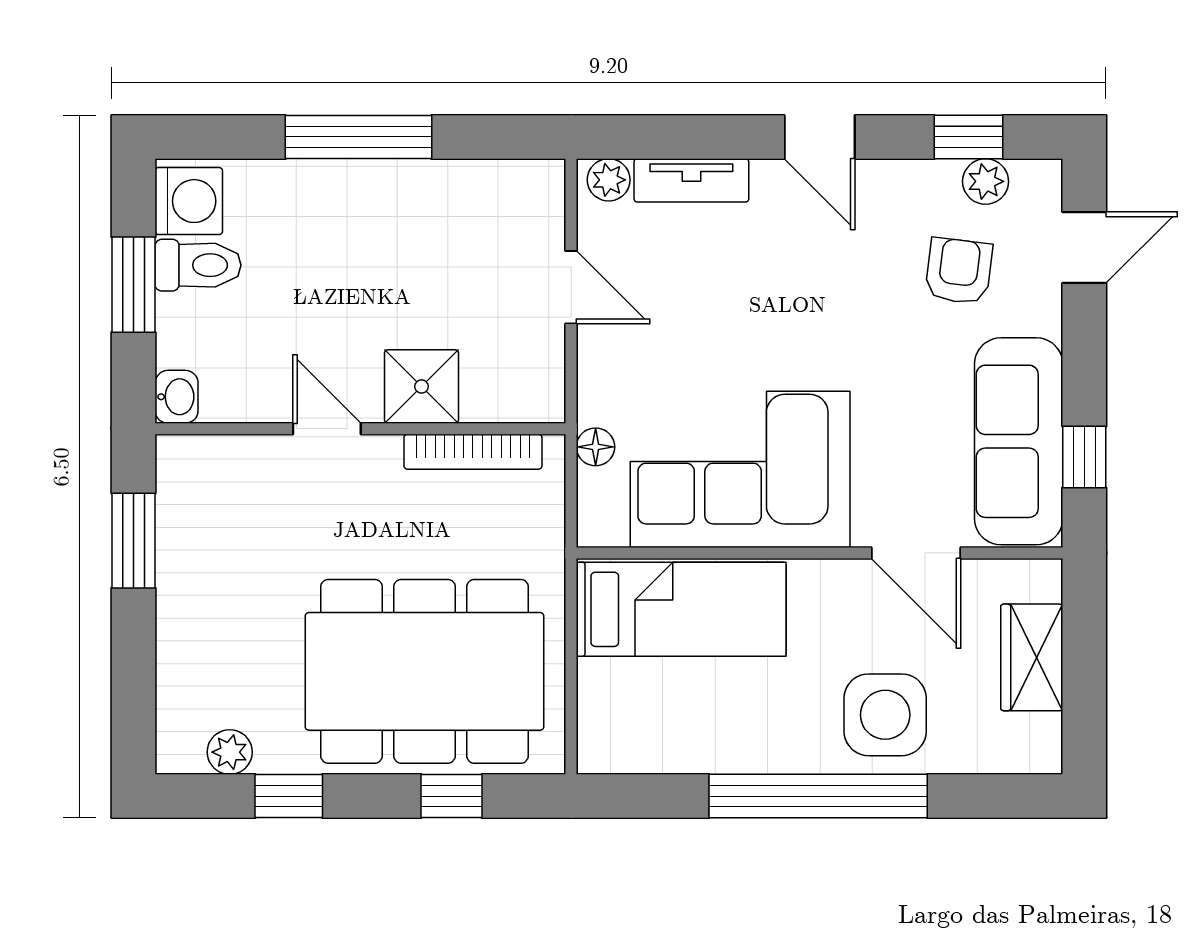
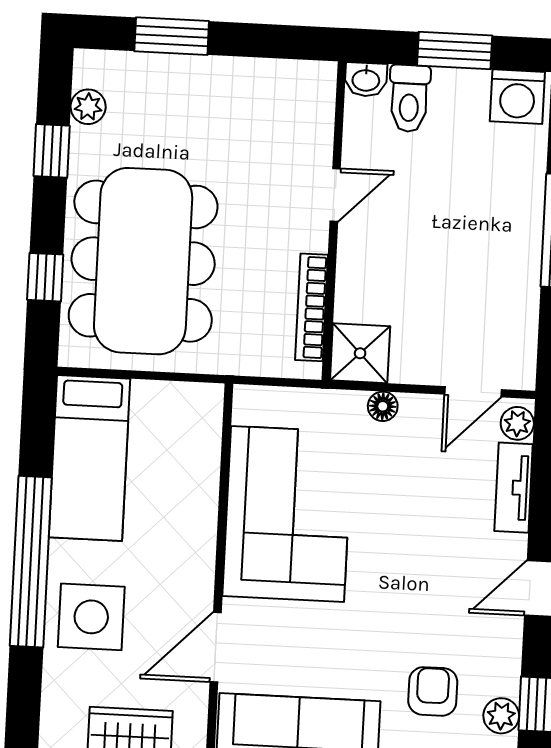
toilet: (198, 265) -> (409, 98), moved
armchair: (959, 271) -> (433, 691), turned -97
door: (571, 287) -> (473, 392), moved
shower: (422, 386) -> (360, 353), moved
floor lamp: (596, 447) -> (383, 406), moved
window: (133, 541) -> (172, 36), moved
bed: (681, 609) -> (90, 458), moved

